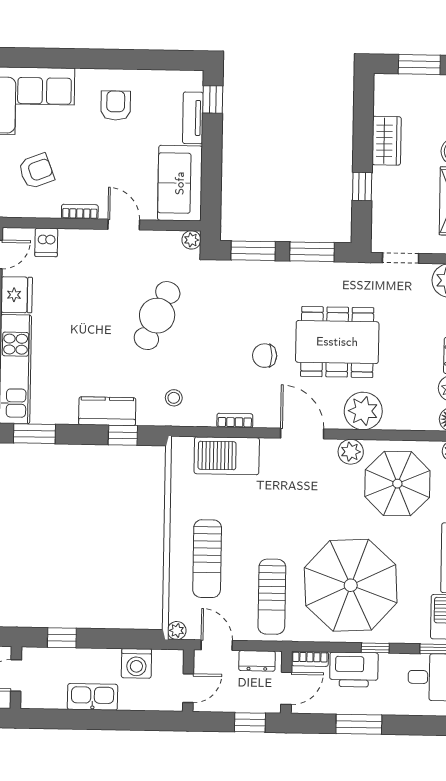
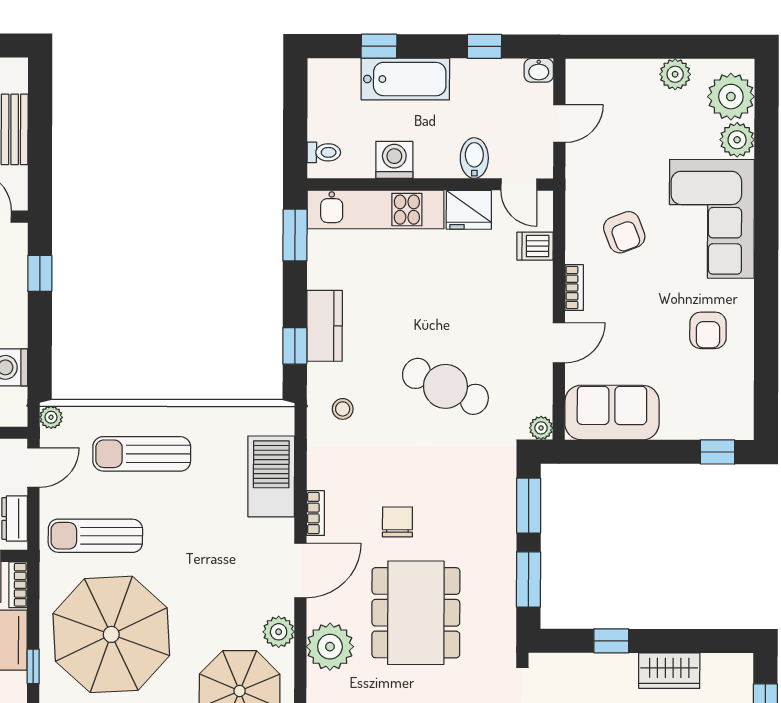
armchair: (116, 106) -> (708, 330), turned 90
tv unit: (193, 118) -> (694, 427), removed
bookcase: (235, 420) -> (315, 513), moved

